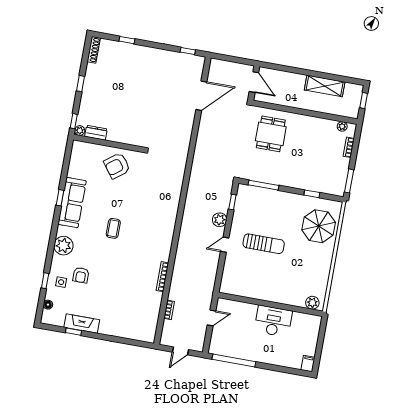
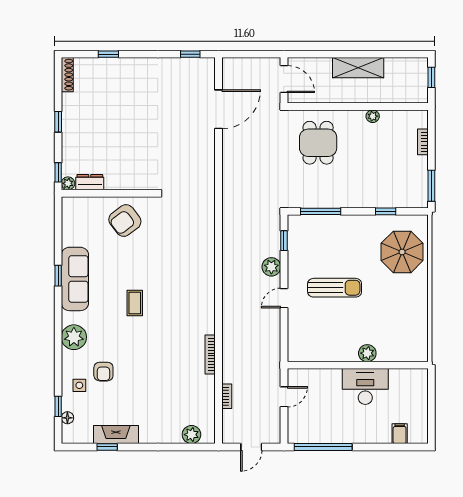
shelving: (325, 86) -> (358, 68), moved
plant: (342, 126) -> (373, 116), moved
window: (45, 281) -> (58, 406), moved
plant: (312, 303) -> (367, 353), moved
plant: (138, 334) -> (191, 435), added
filing cabinet: (308, 364) -> (400, 434), moved

